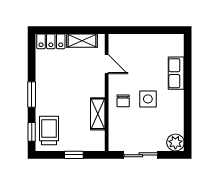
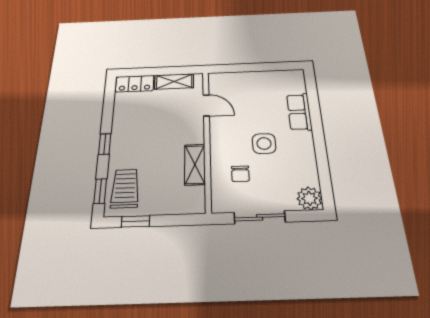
window: (32, 94) -> (105, 144), width x0.67
chair: (123, 101) -> (240, 174), moved
window: (74, 155) -> (136, 221), moved

